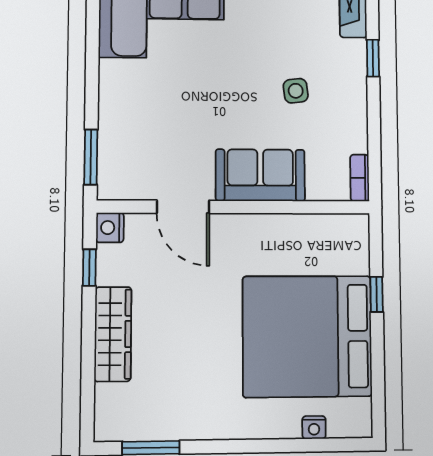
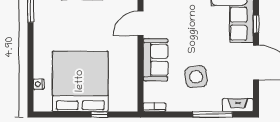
window: (373, 58) -> (213, 114), width x2.17
side table: (296, 91) -> (196, 77), width x1.87, depth x1.87

